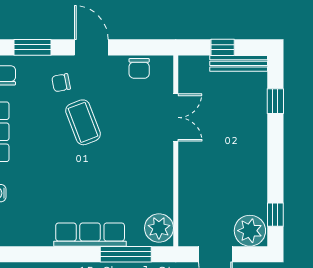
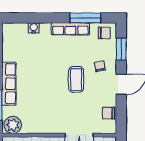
coffee table: (83, 122) -> (76, 79), turned -69

